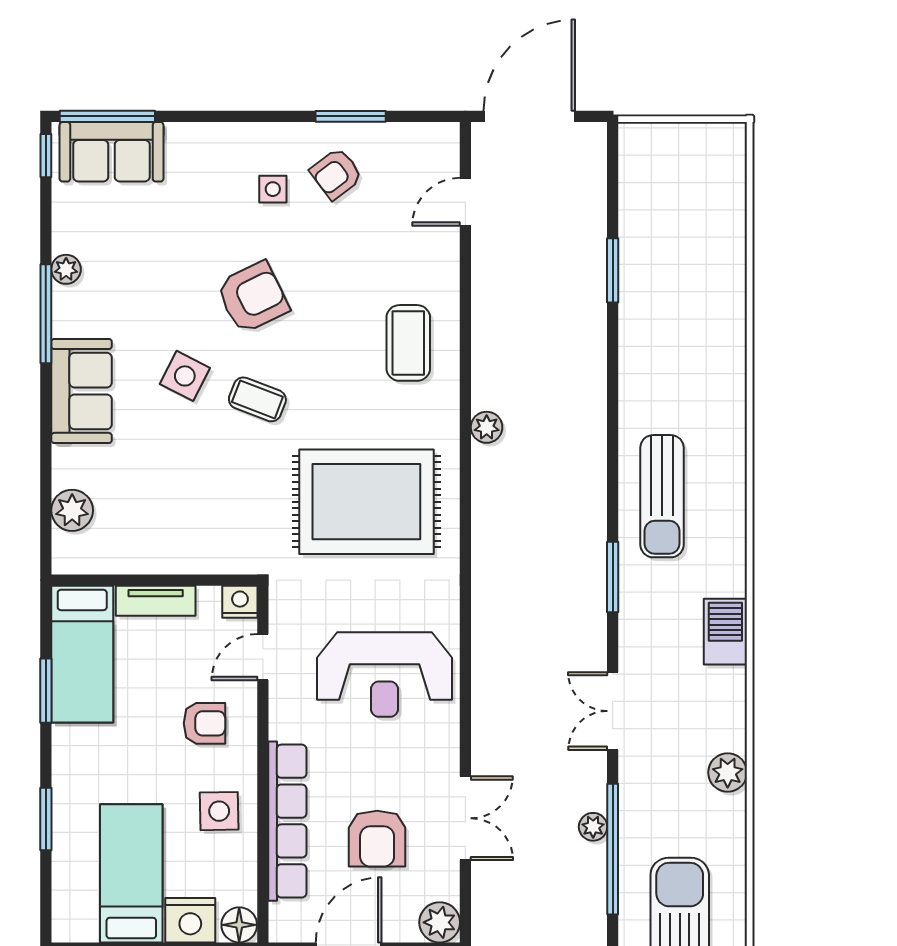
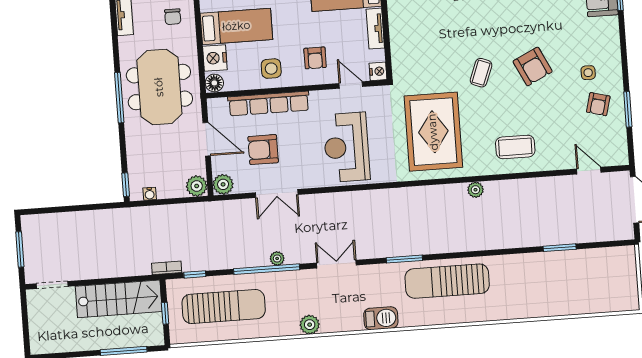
armchair: (336, 174) -> (598, 104), turned -128
side table: (185, 376) -> (490, 35), removed
sun lounger: (662, 496) -> (447, 281), width x1.36, depth x1.34

